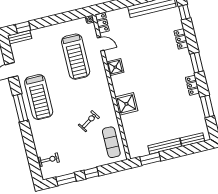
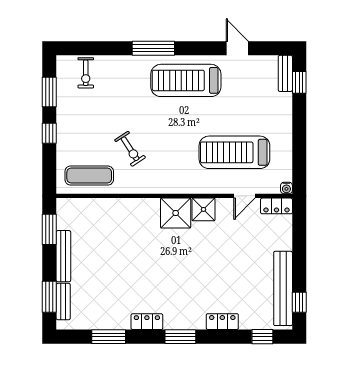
shower: (126, 104) -> (176, 213), moved
window: (20, 108) -> (153, 48), moved
window: (192, 149) -> (49, 297), added

